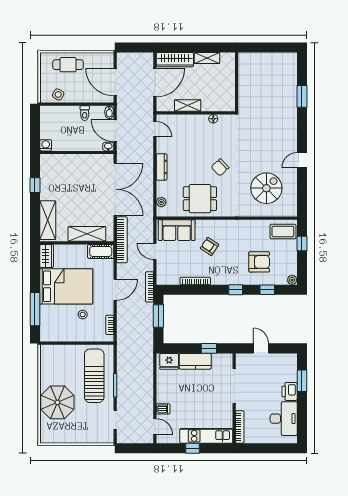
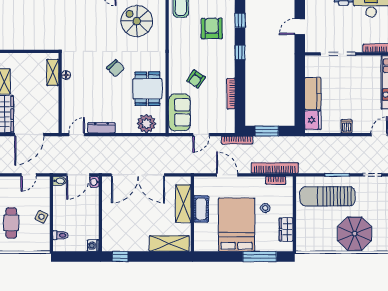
door: (115, 82) -> (29, 175), width x0.53
door: (155, 82) -> (29, 135), swing flipped
side table: (58, 94) -> (41, 217), moved
shelving: (188, 106) -> (53, 72), moved
toilet: (85, 113) -> (60, 235), moved
dresser: (162, 167) -> (101, 128), moved
window: (35, 185) -> (120, 256), moved
double door: (115, 189) -> (138, 175), swing flipped
plant: (161, 202) -> (146, 124), width x1.87, depth x1.87
bookcase: (122, 240) -> (275, 168), moved
cot: (101, 251) -> (201, 209), moved
wardrobe: (47, 256) -> (286, 229), moved, turned -90
door: (115, 290) -> (227, 175), moved
window: (209, 348) -> (300, 80), removed
dishwasher: (163, 409) -> (346, 126), moved

